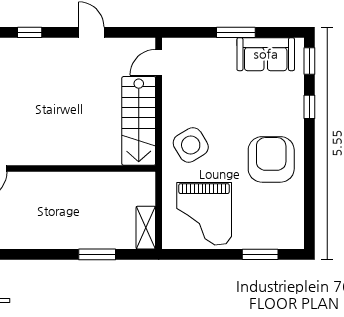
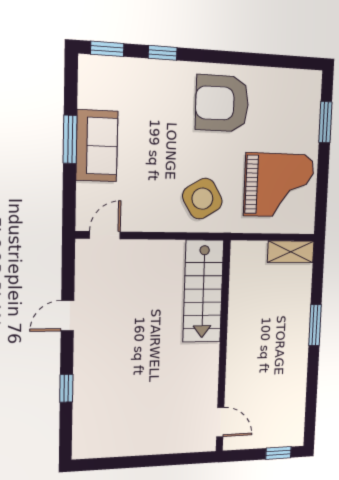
sofa: (266, 54) -> (97, 146), moved
door: (159, 62) -> (105, 235), swing flipped
stairs: (139, 121) -> (203, 291), moved, turned 90
window: (97, 254) -> (315, 325), moved

